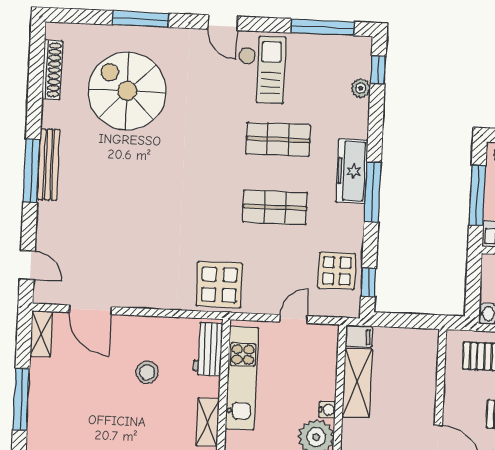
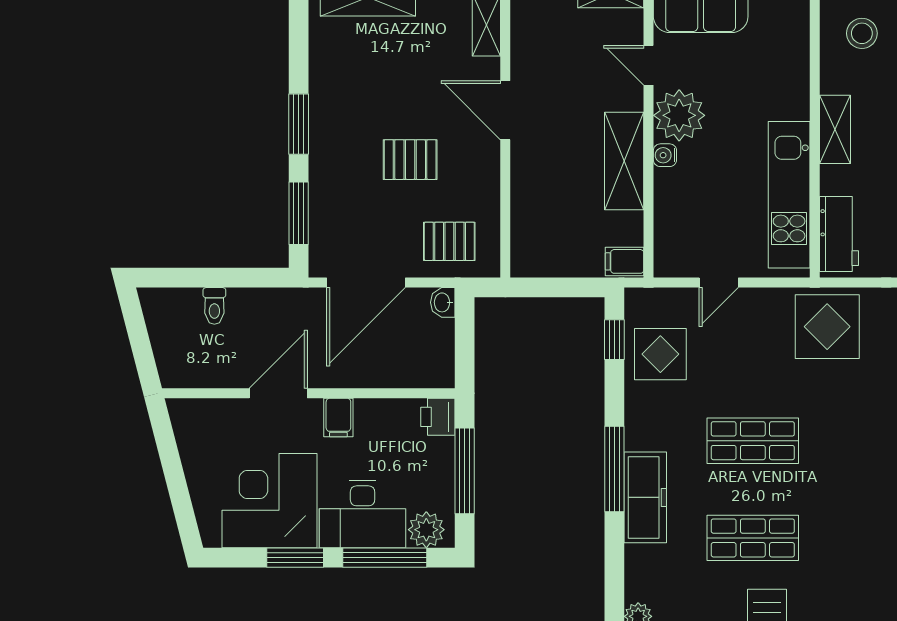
shelving: (357, 383) -> (624, 161), moved

